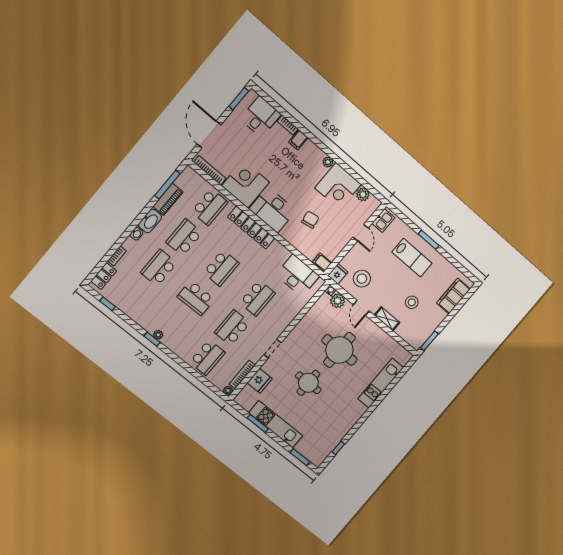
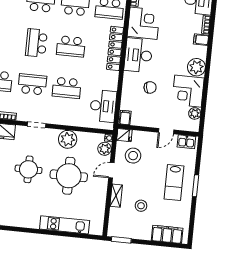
plant: (328, 162) -> (196, 67), width x1.87, depth x1.87
plant: (306, 329) -> (68, 139), added

